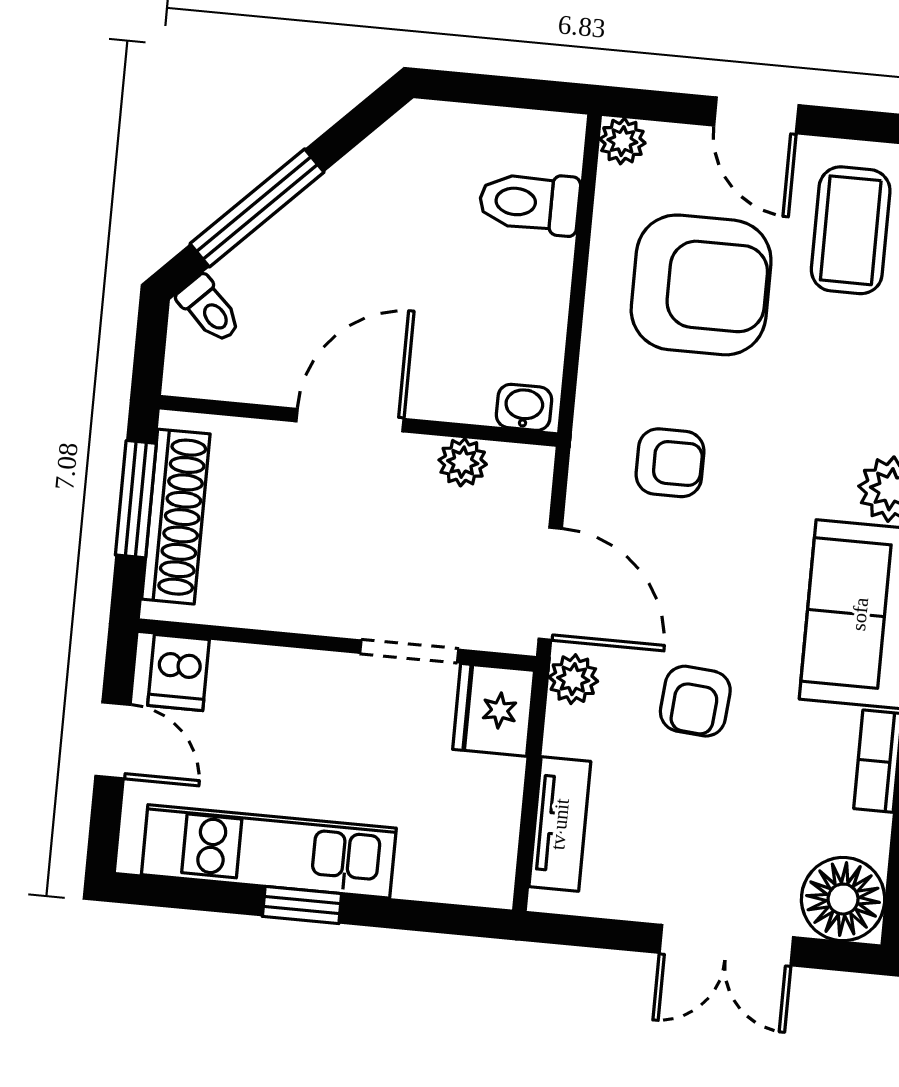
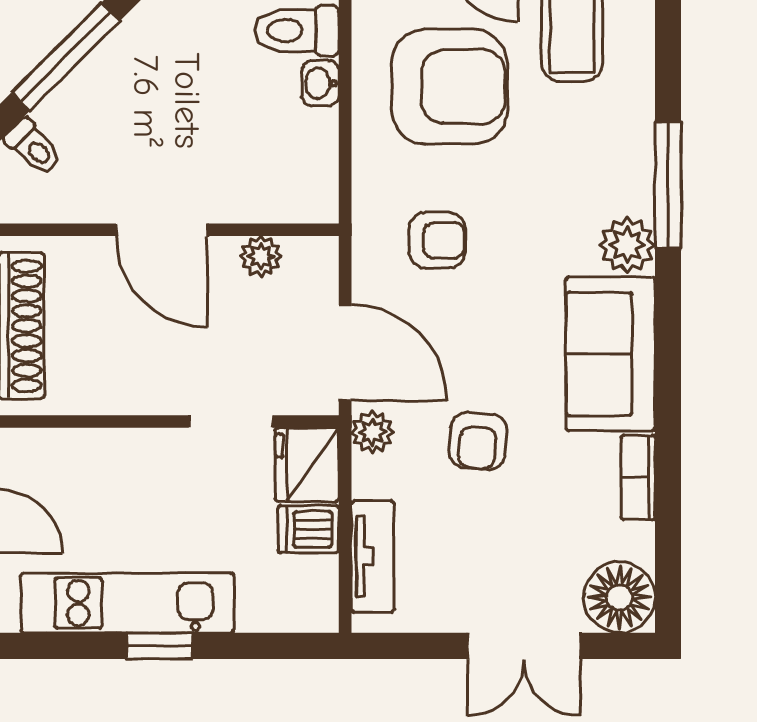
washbasin: (524, 407) -> (320, 83), moved, turned -90
door: (350, 420) -> (162, 230), swing flipped
dishwasher: (179, 673) -> (308, 529), moved, turned 90

